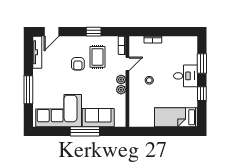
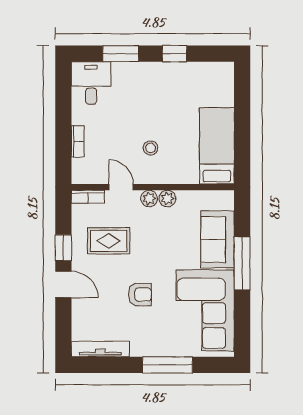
door: (52, 32) -> (63, 284), moved
armchair: (78, 64) -> (140, 295), moved
desk: (186, 76) -> (91, 83), moved
bed: (176, 117) -> (217, 146), moved, turned 180

